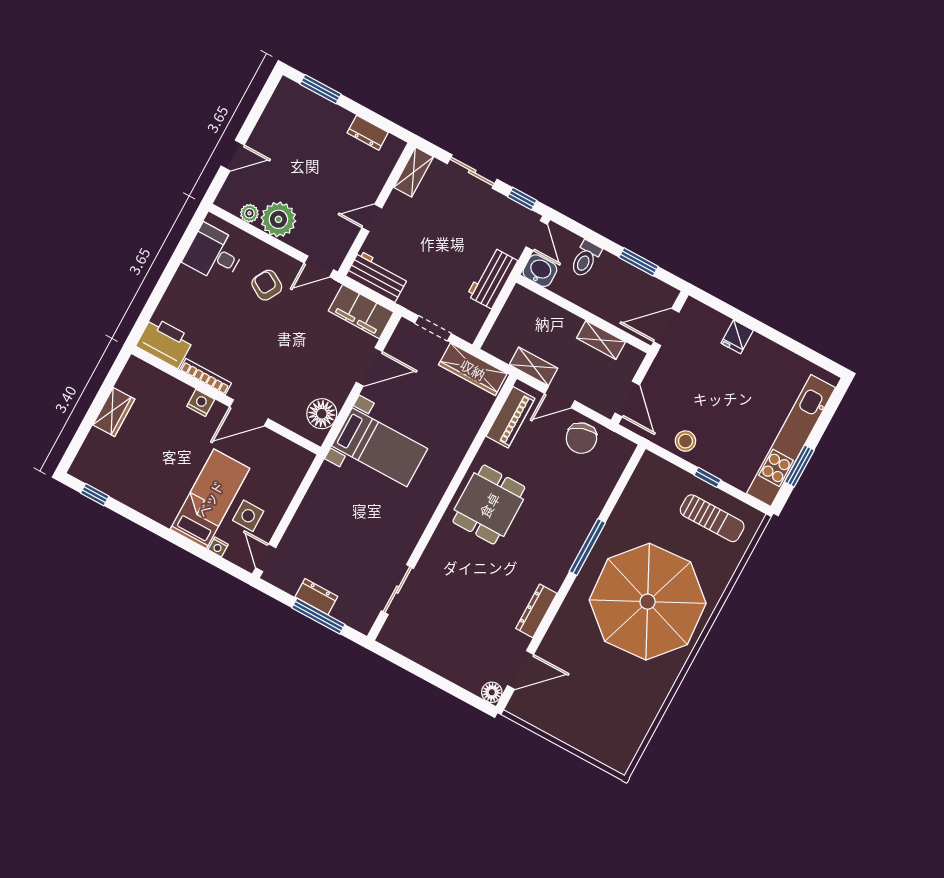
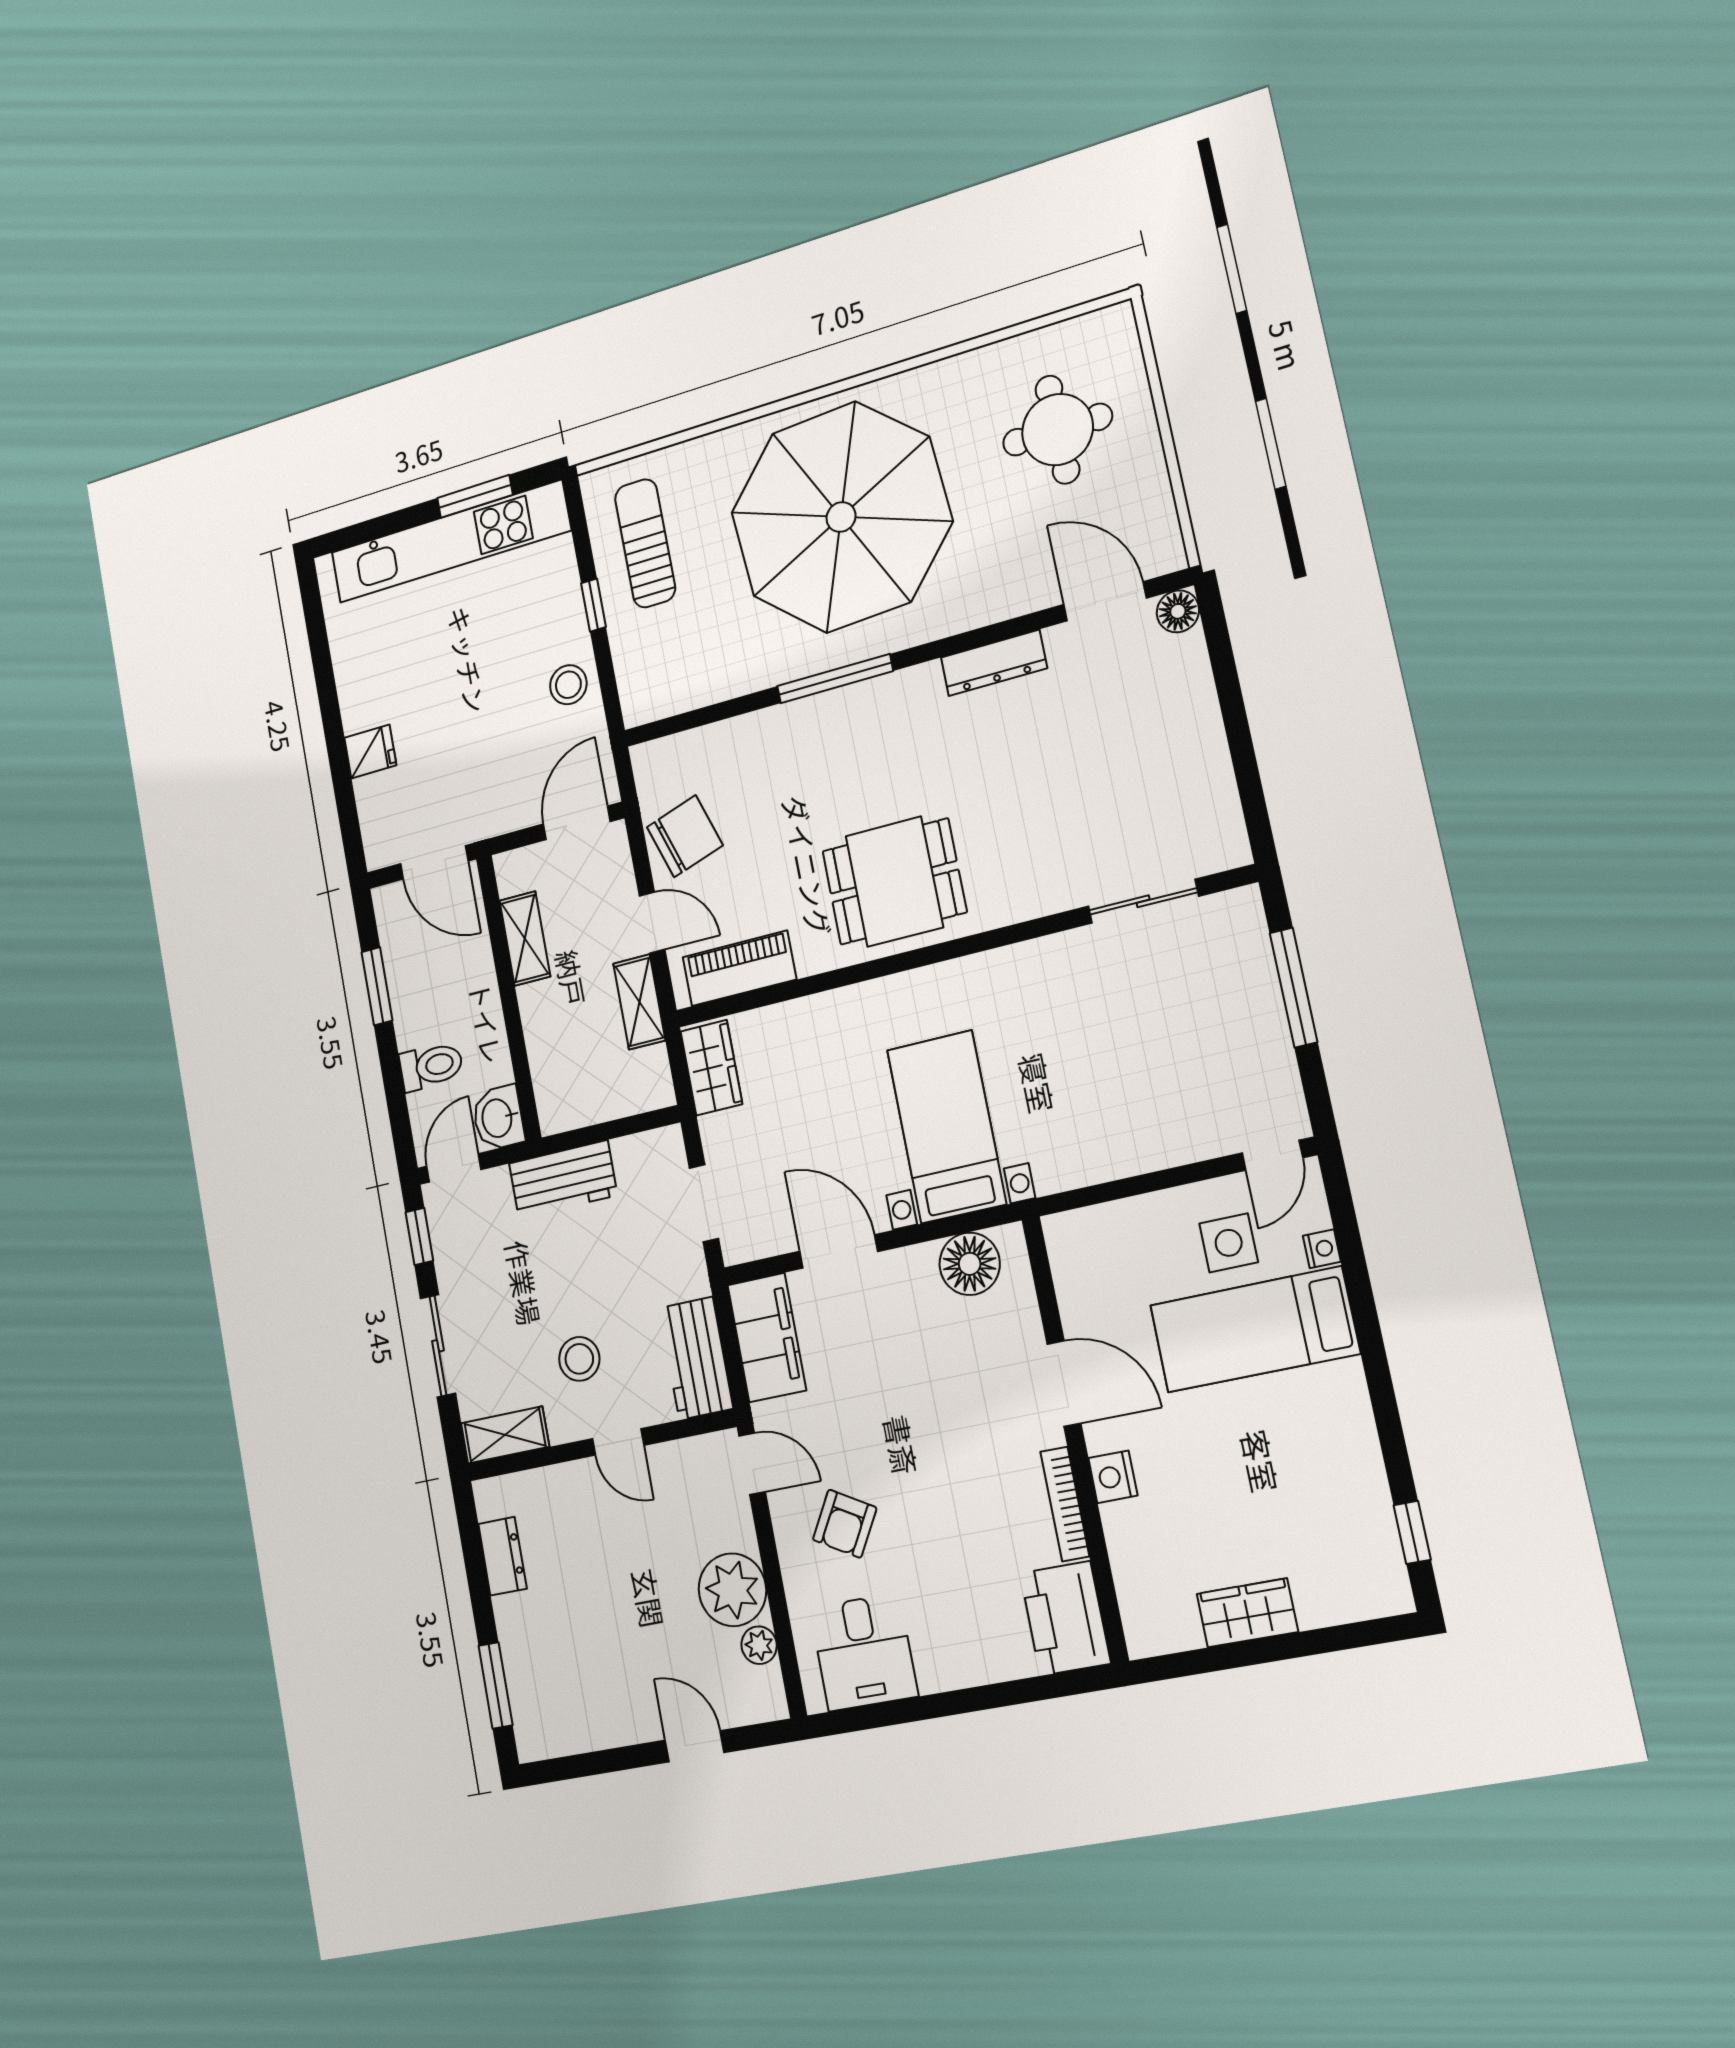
stool: (417, 228) -> (579, 1359), added
wardrobe: (473, 369) -> (711, 1068), width x0.67
dresser: (316, 597) -> (1265, 1018), removed
round table: (602, 708) -> (1058, 430), added

